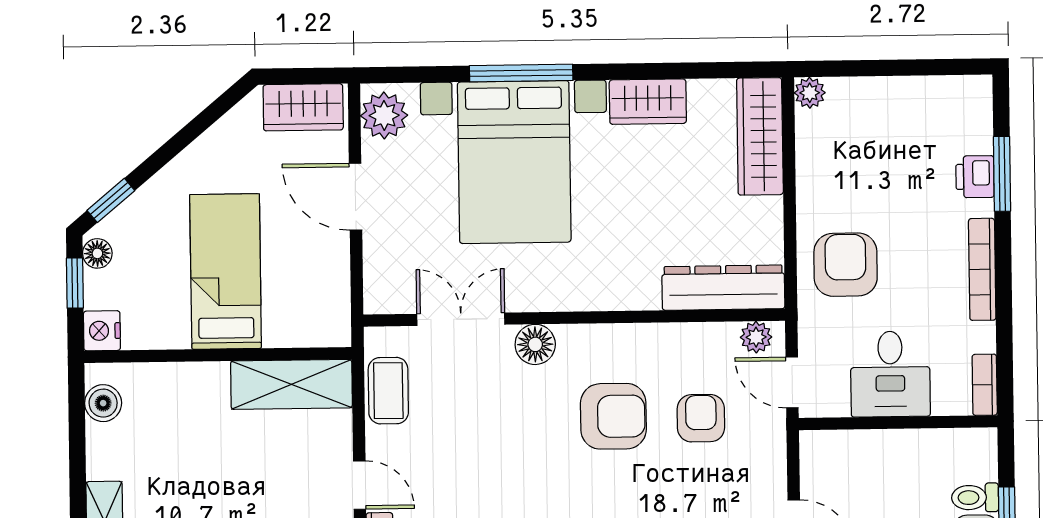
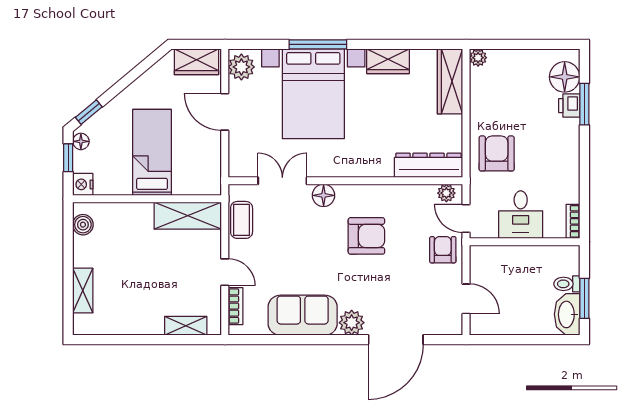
floor lamp: (966, 125) -> (565, 77), added
bookcase: (982, 269) -> (573, 157), removed
armchair: (701, 418) -> (443, 250), moved

